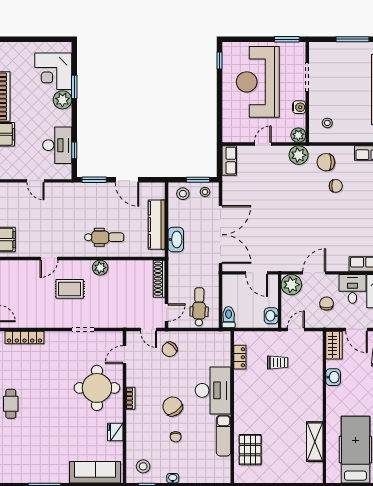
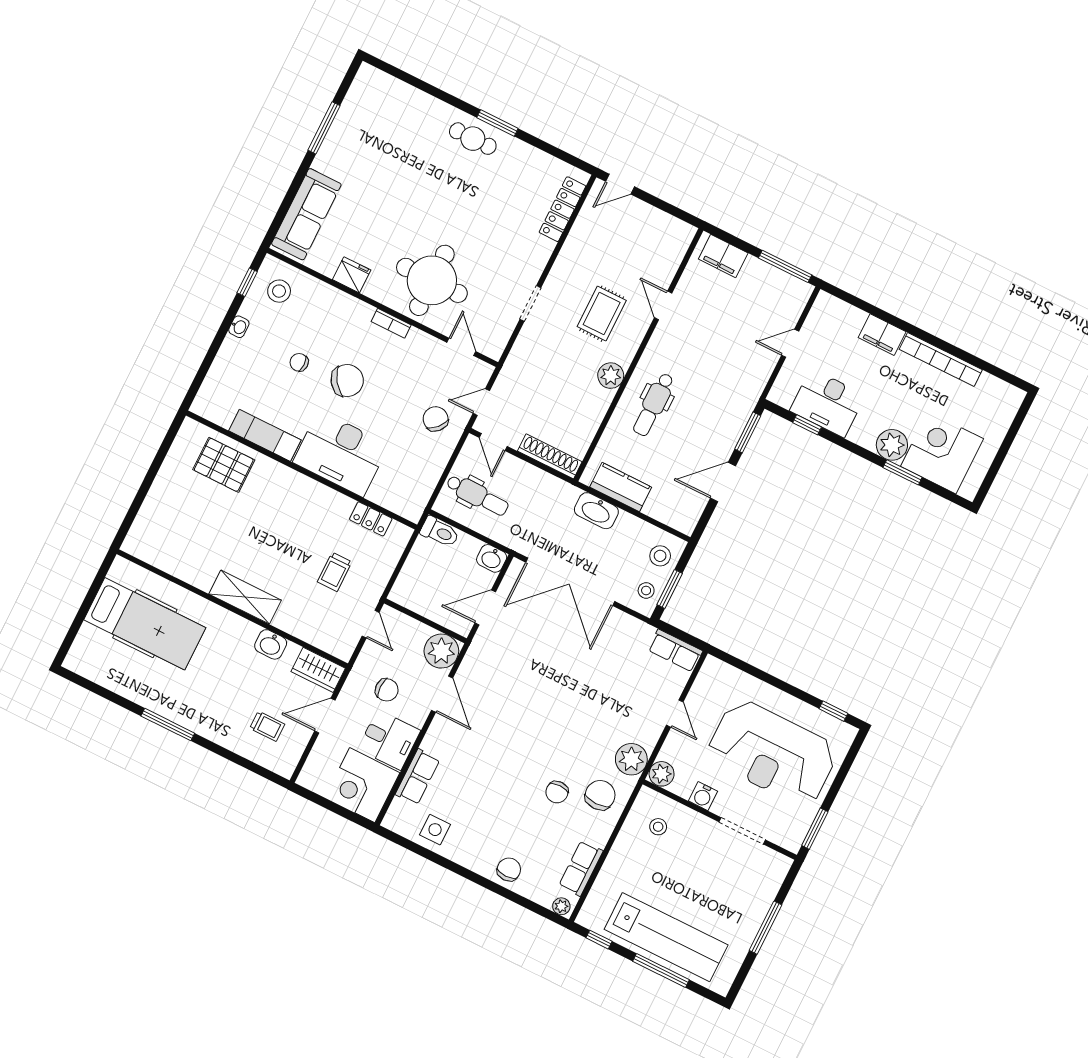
reception desk: (258, 82) -> (772, 753), turned 180
kitchen counter: (157, 225) -> (621, 487), width x0.67
washbasin: (271, 316) -> (492, 558), moved, turned 180
shelving: (315, 442) -> (245, 597), moved

